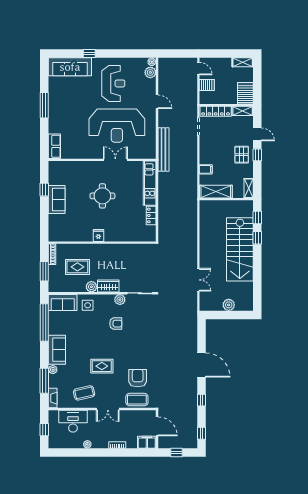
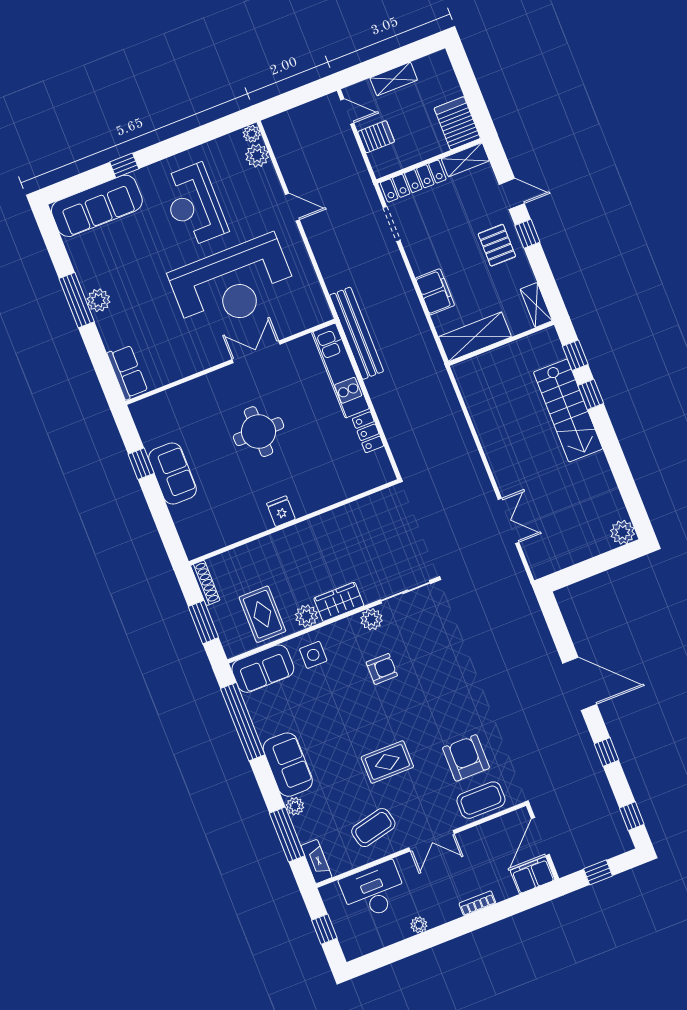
shelving: (243, 62) -> (394, 79), moved
reception desk: (113, 83) -> (194, 205), turned 180
plant: (54, 109) -> (98, 300), added
bench: (163, 149) -> (357, 333), moved
filing cabinet: (206, 169) -> (435, 292), width x2.00
stairs: (240, 249) -> (568, 411), width x0.73, depth x0.66
rug: (77, 267) -> (262, 614), moved, turned 90
plant: (229, 305) -> (623, 532), moved
door: (157, 426) -> (540, 837), swing flipped

